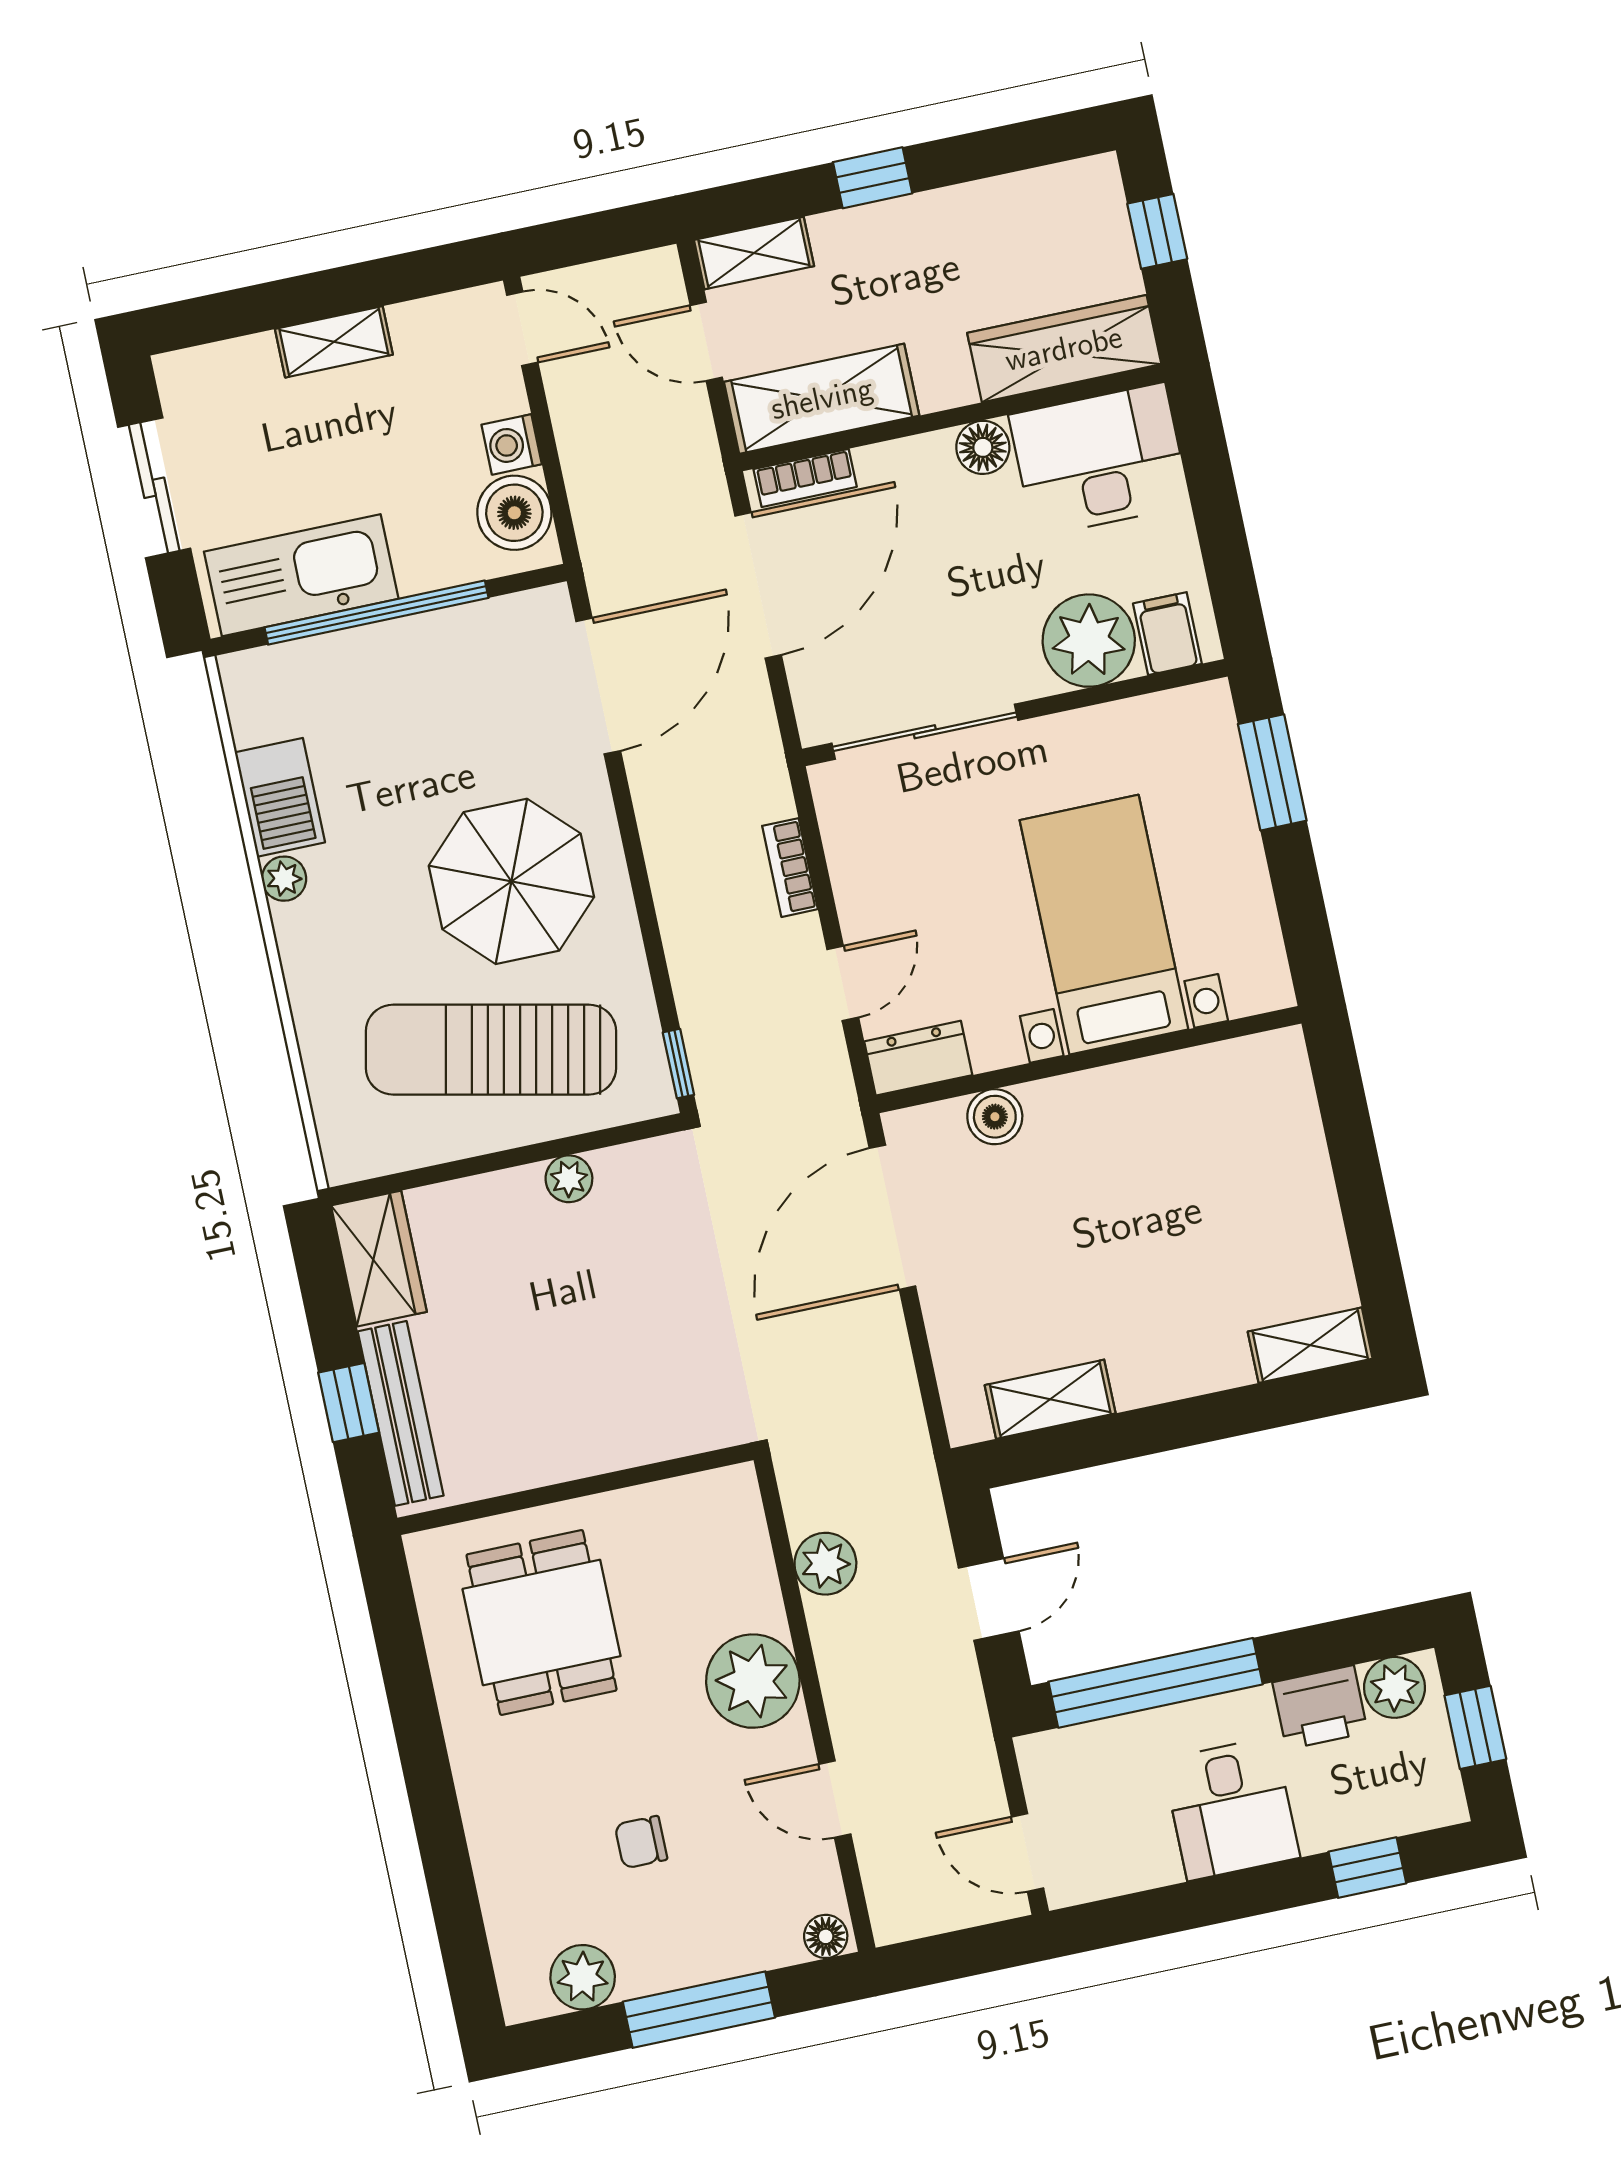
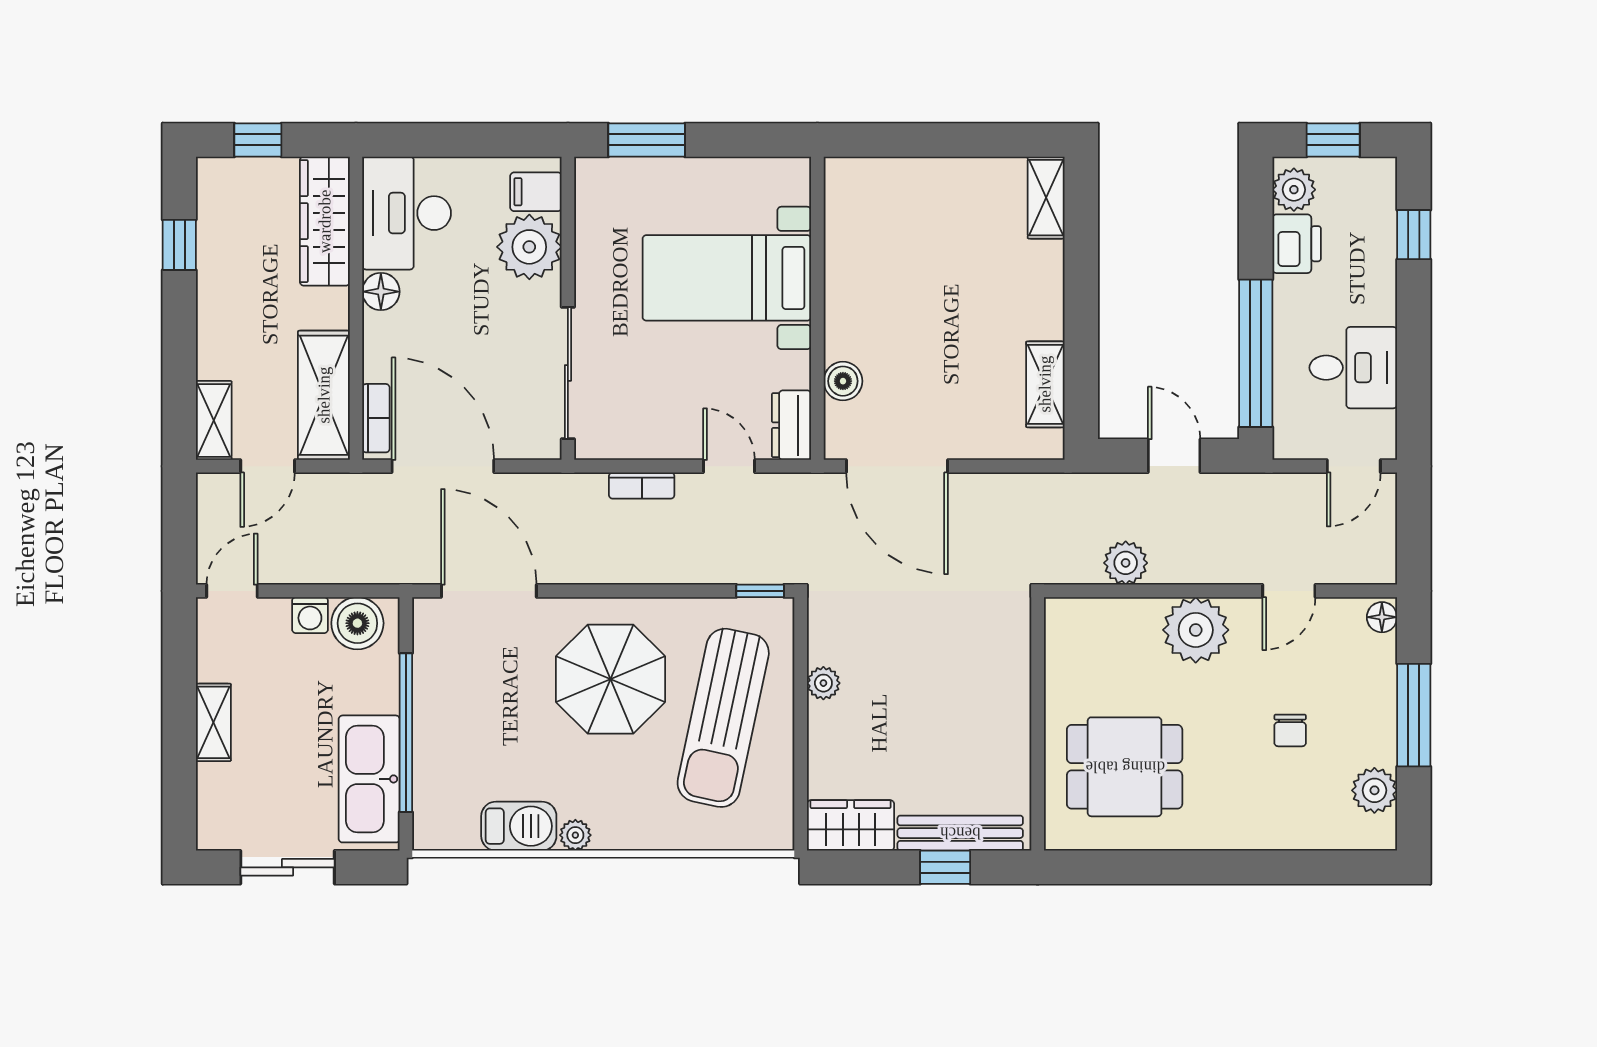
window: (873, 178) -> (179, 245), moved
desk: (1231, 1809) -> (1353, 368), moved

